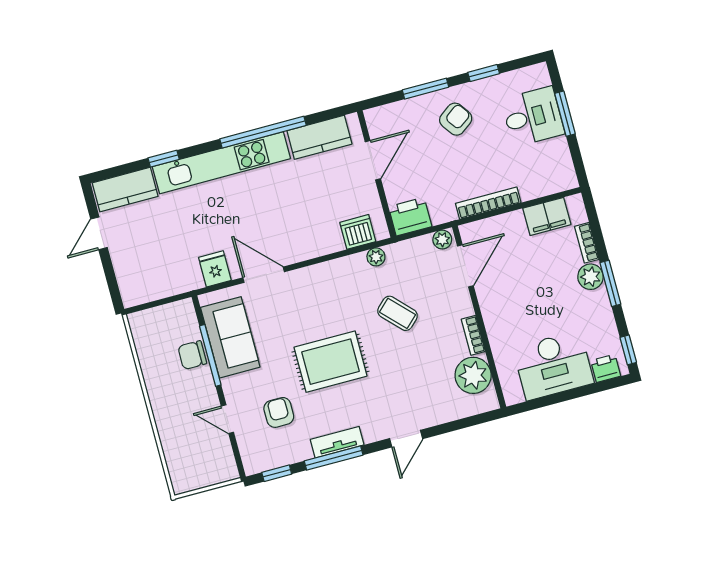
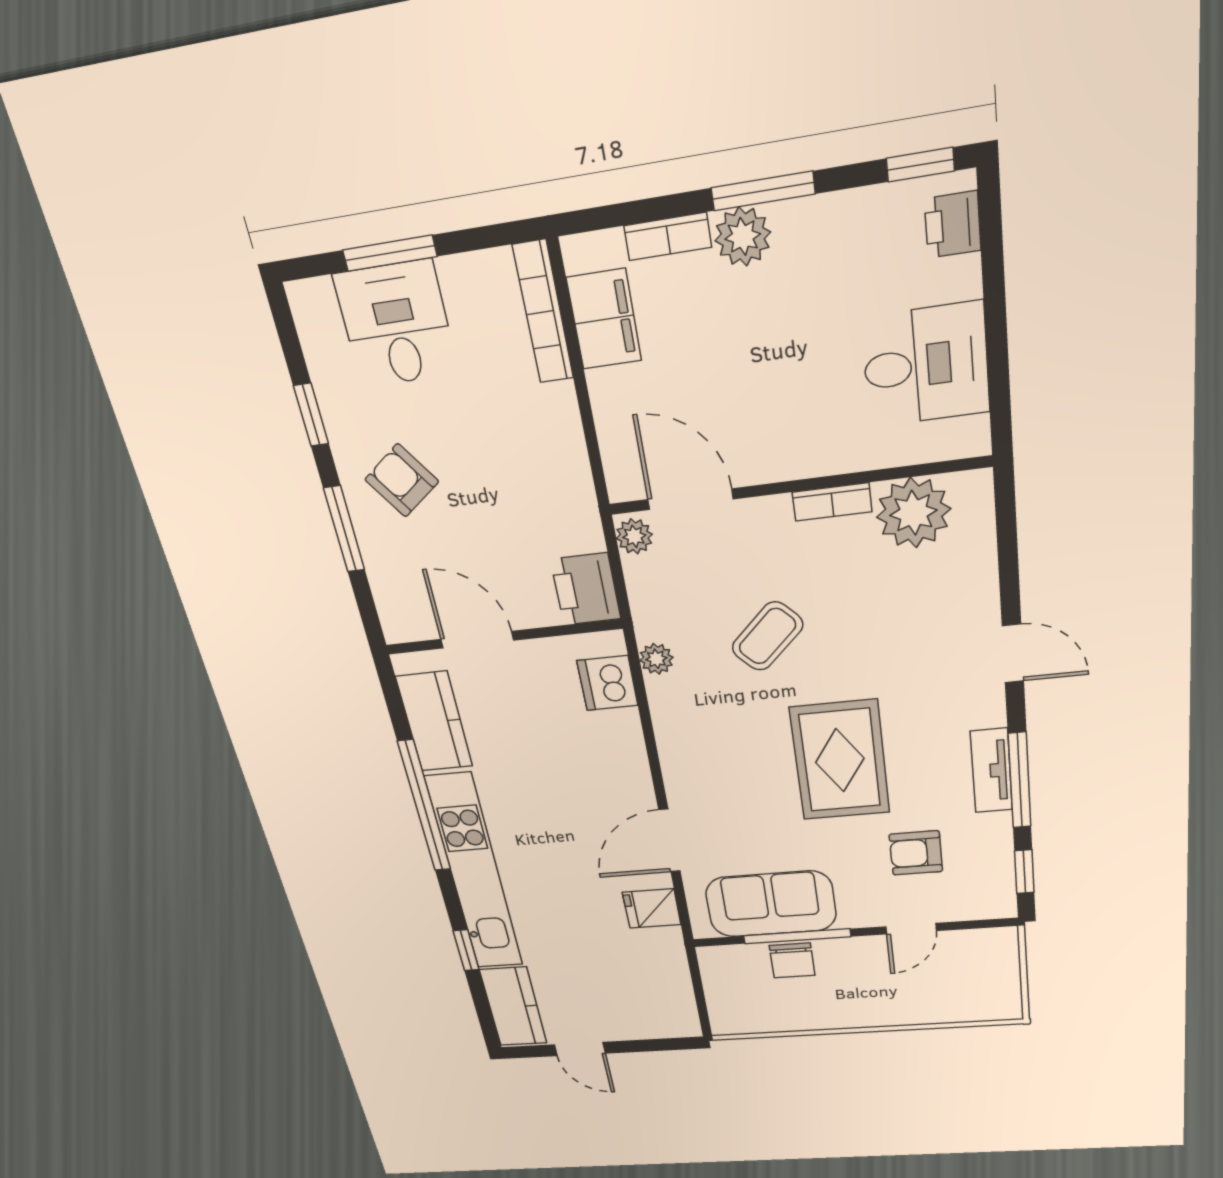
bookcase: (488, 203) -> (543, 312), moved
desk: (553, 365) -> (926, 365), width x0.73

